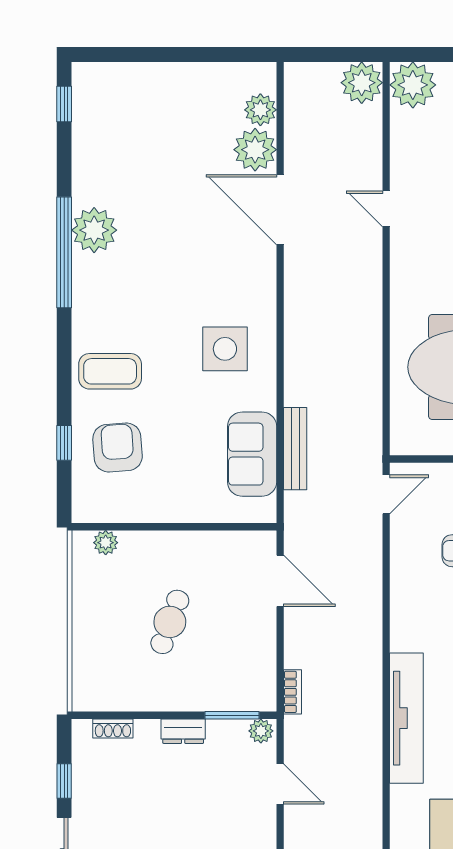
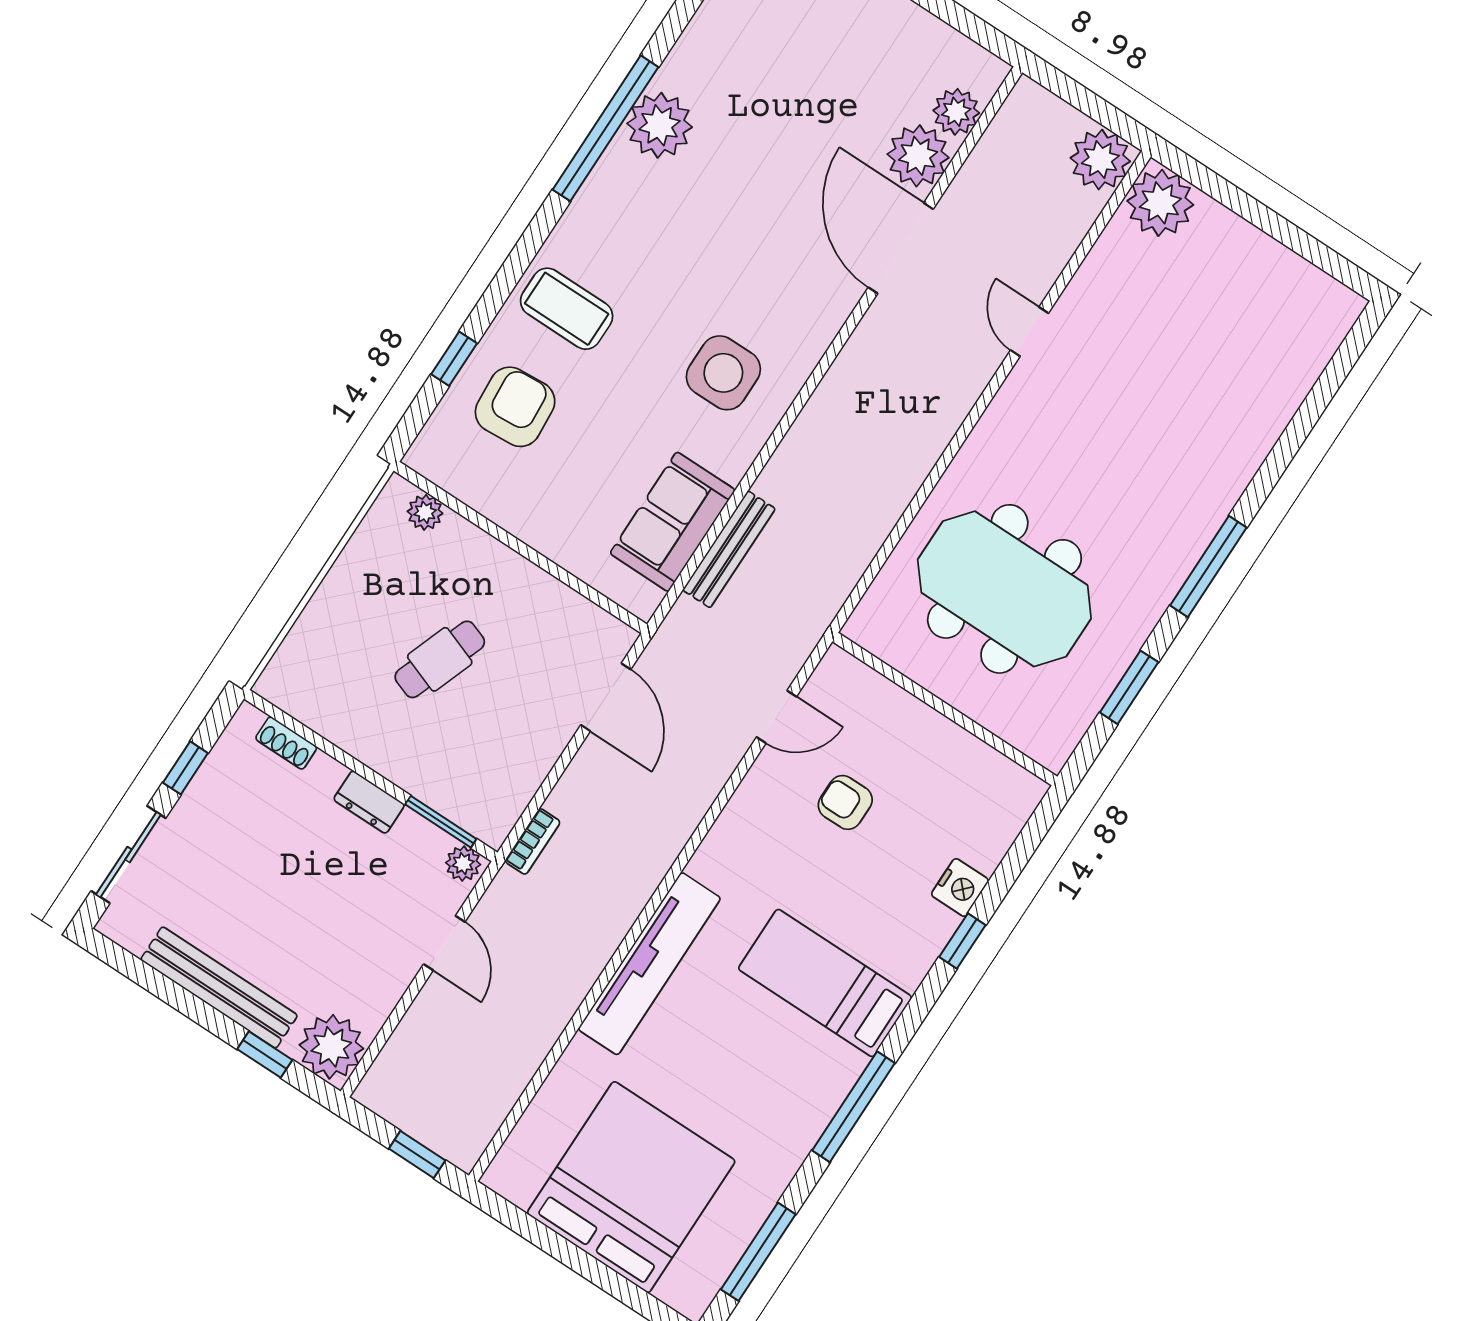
door: (386, 494) -> (776, 717), moved

